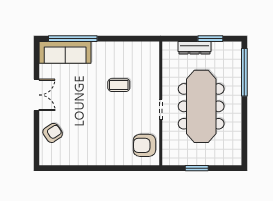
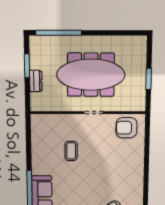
dresser: (194, 48) -> (36, 81), width x0.70
armchair: (144, 145) -> (126, 128), turned 90

